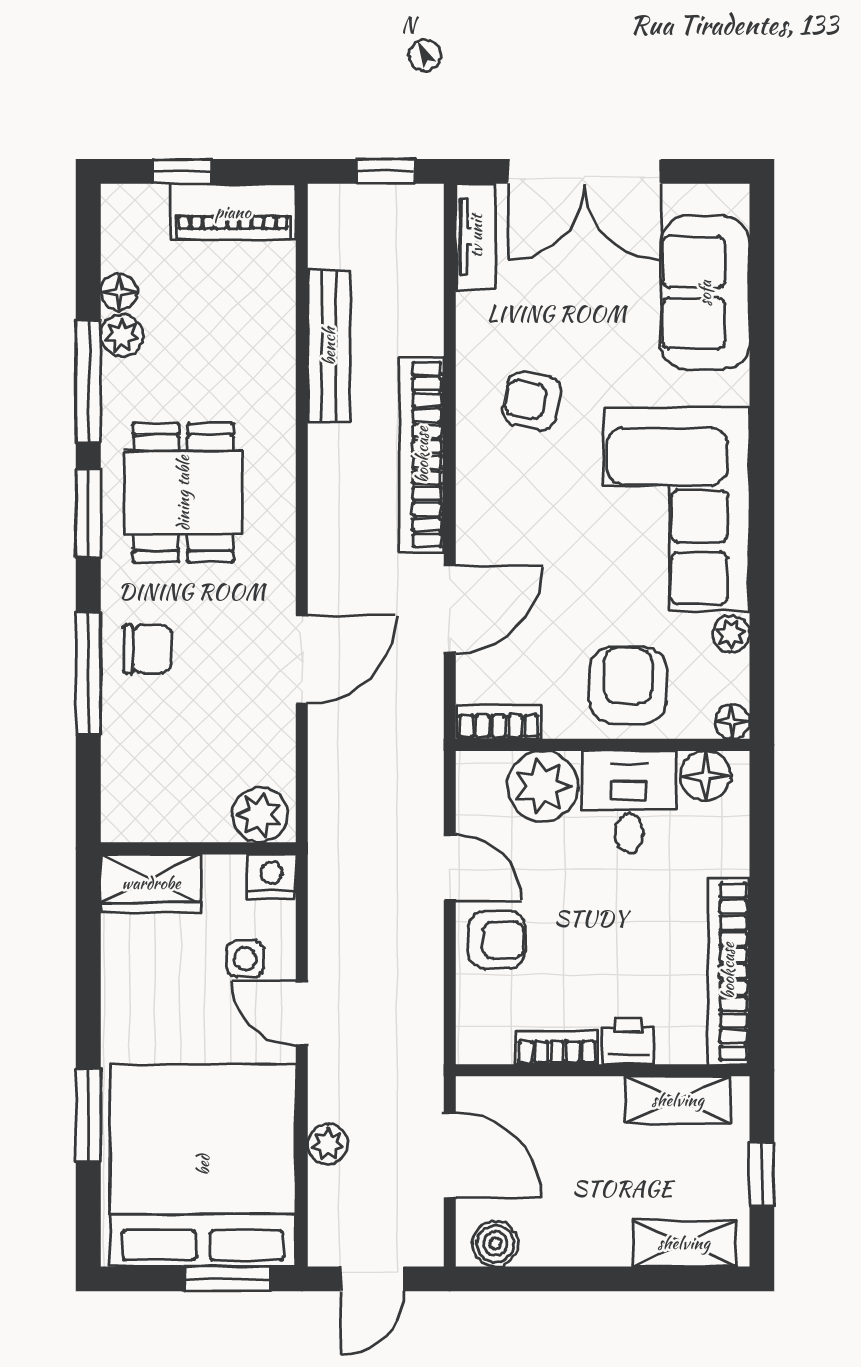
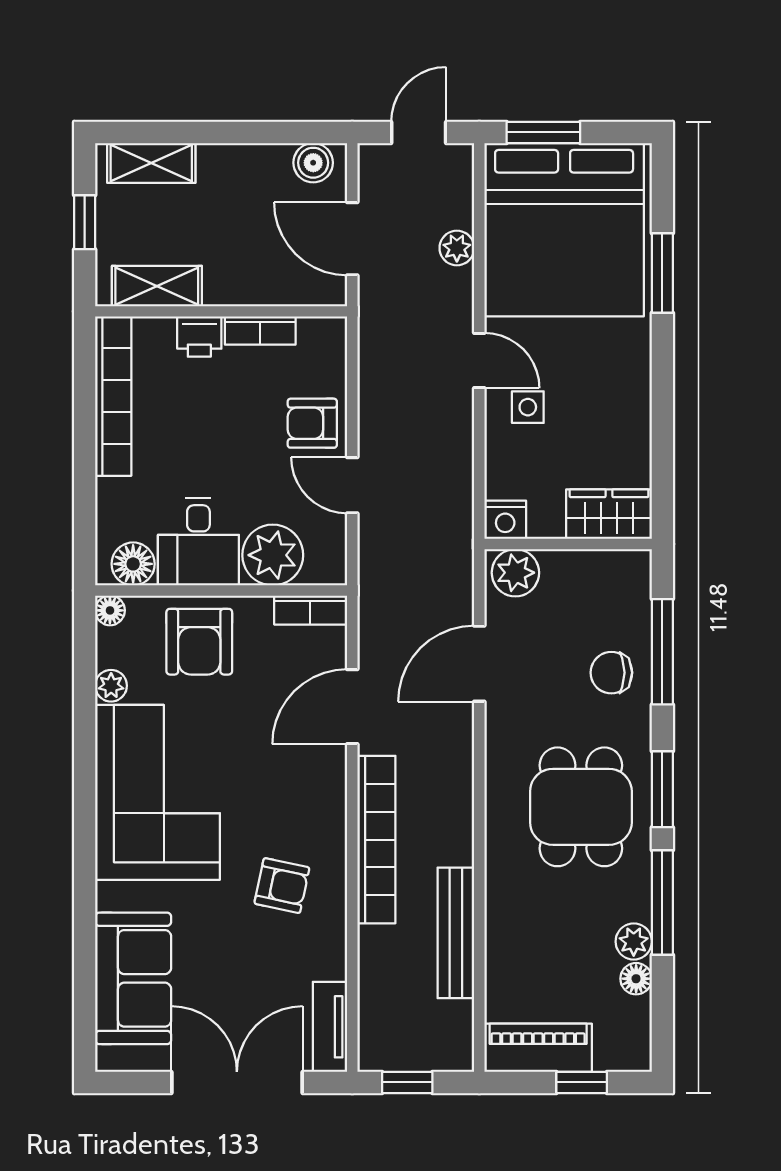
plant: (260, 815) -> (515, 573), moved
wall: (198, 848) -> (568, 544), moved
nightstand: (272, 877) -> (505, 520), moved
wardrobe: (151, 883) -> (609, 514), moved

